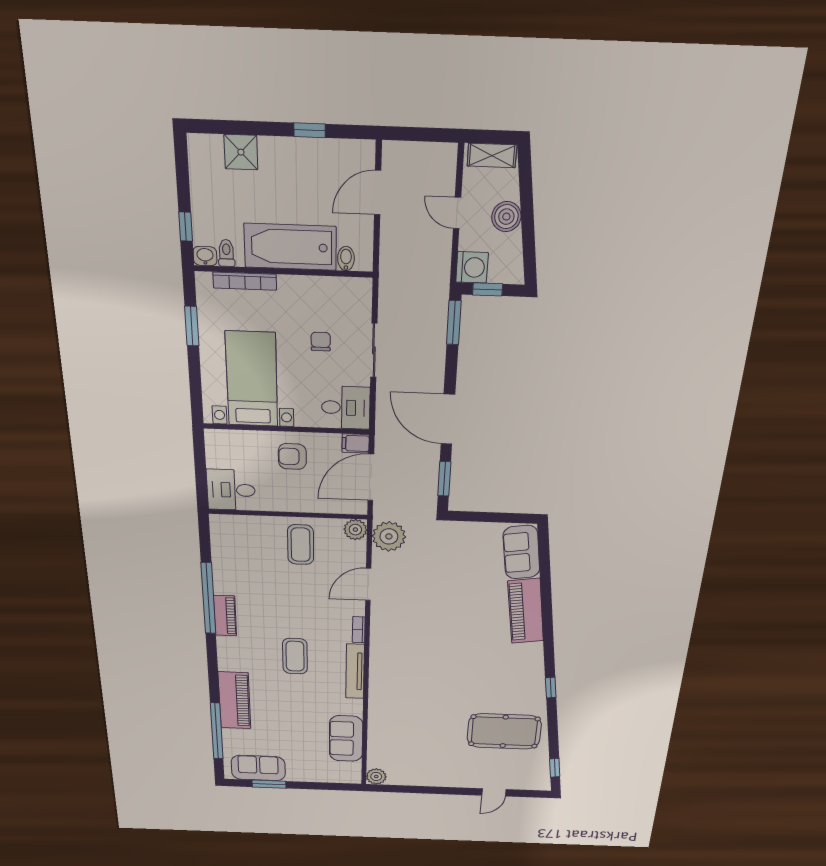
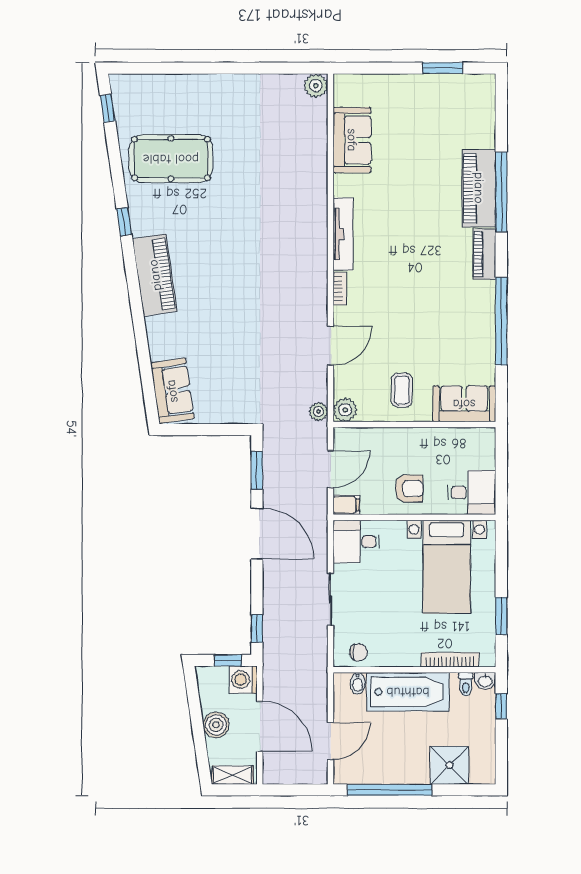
window: (310, 130) -> (390, 790), width x3.17
shower: (241, 152) -> (449, 765), width x1.36, depth x1.36
door: (457, 213) -> (260, 726), width x1.88
window: (454, 323) -> (257, 629), width x0.67
chair: (321, 342) -> (358, 652), moved, turned -90
door: (371, 477) -> (330, 469), width x0.73
desk: (231, 490) -> (472, 492), moved
plant: (389, 536) -> (319, 412), width x0.53, depth x0.53
coffee table: (301, 545) -> (402, 390), width x0.73, depth x0.77
piano: (526, 611) -> (155, 275), moved
piano: (225, 616) -> (484, 254), moved
coffee table: (295, 656) -> (409, 251), removed
window: (217, 731) -> (501, 192), moved
sofa: (258, 768) -> (464, 404), moved, turned 180
door: (494, 792) -> (176, 68), removed

